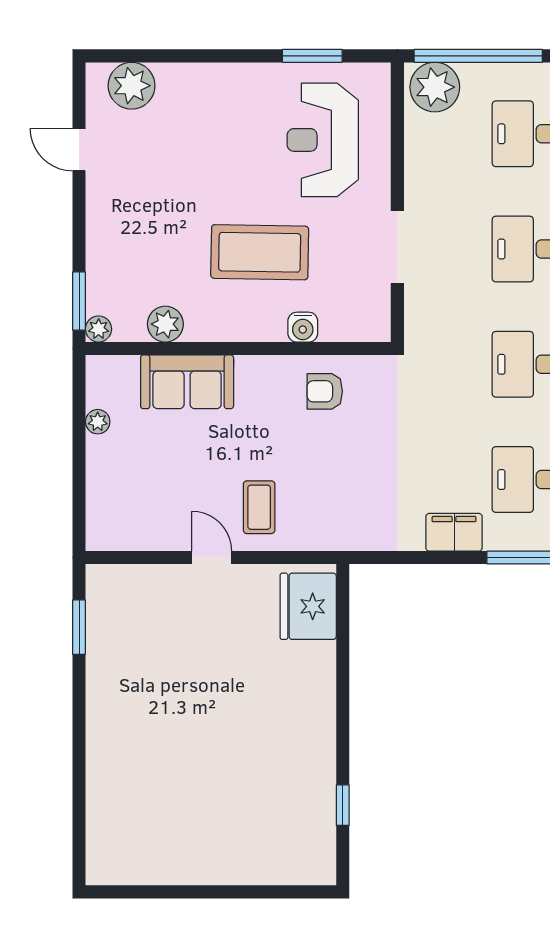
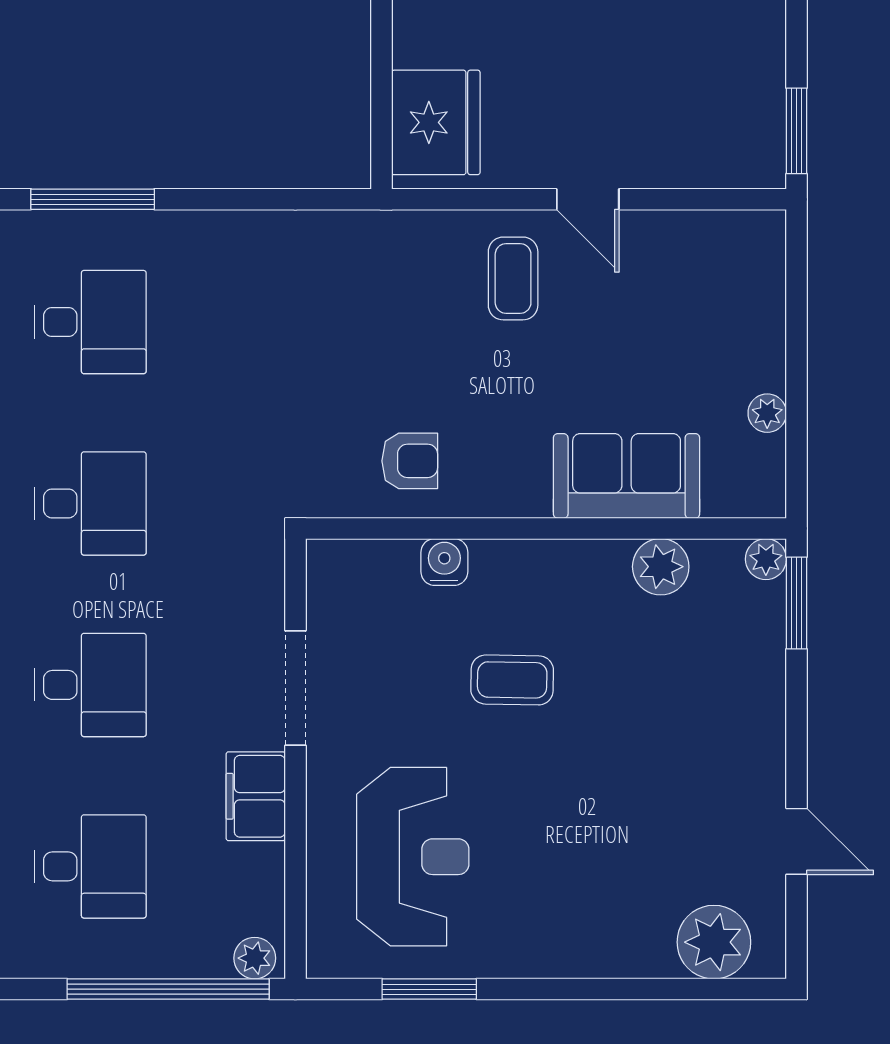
plant: (435, 87) -> (255, 958), width x0.53, depth x0.53
coffee table: (260, 252) -> (512, 680), width x0.54, depth x0.58
filing cabinet: (454, 532) -> (256, 796), moved, turned 90
window: (79, 627) -> (797, 131), moved

